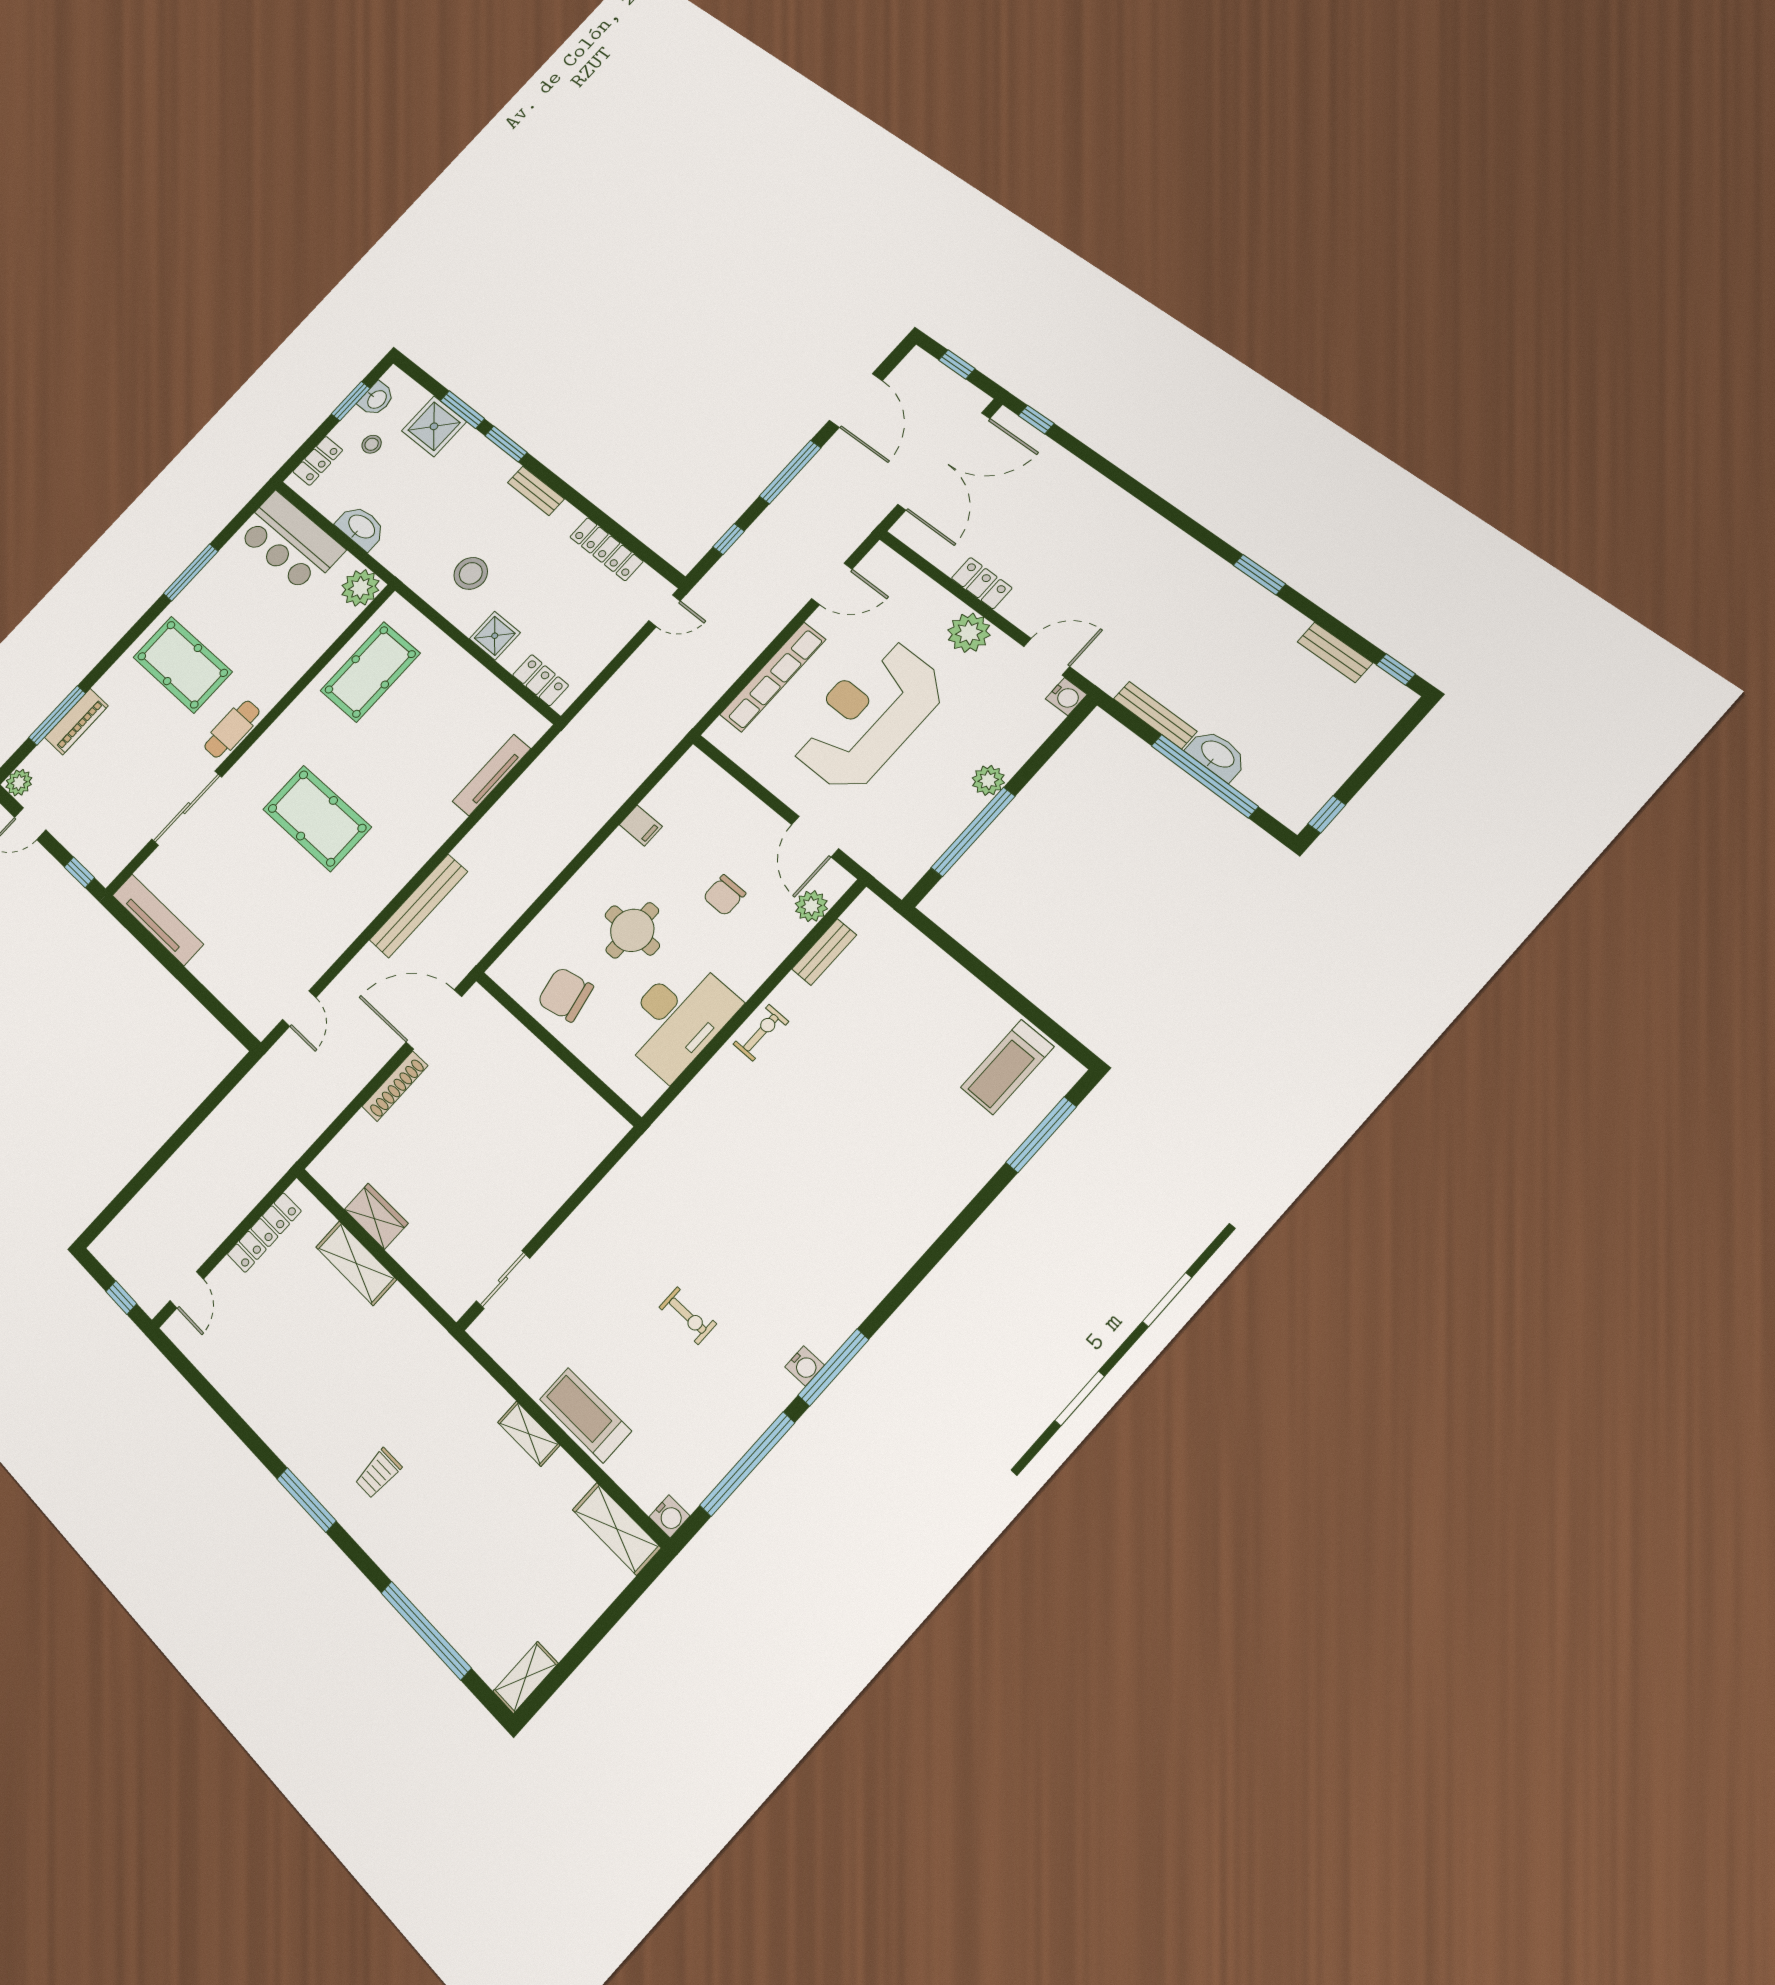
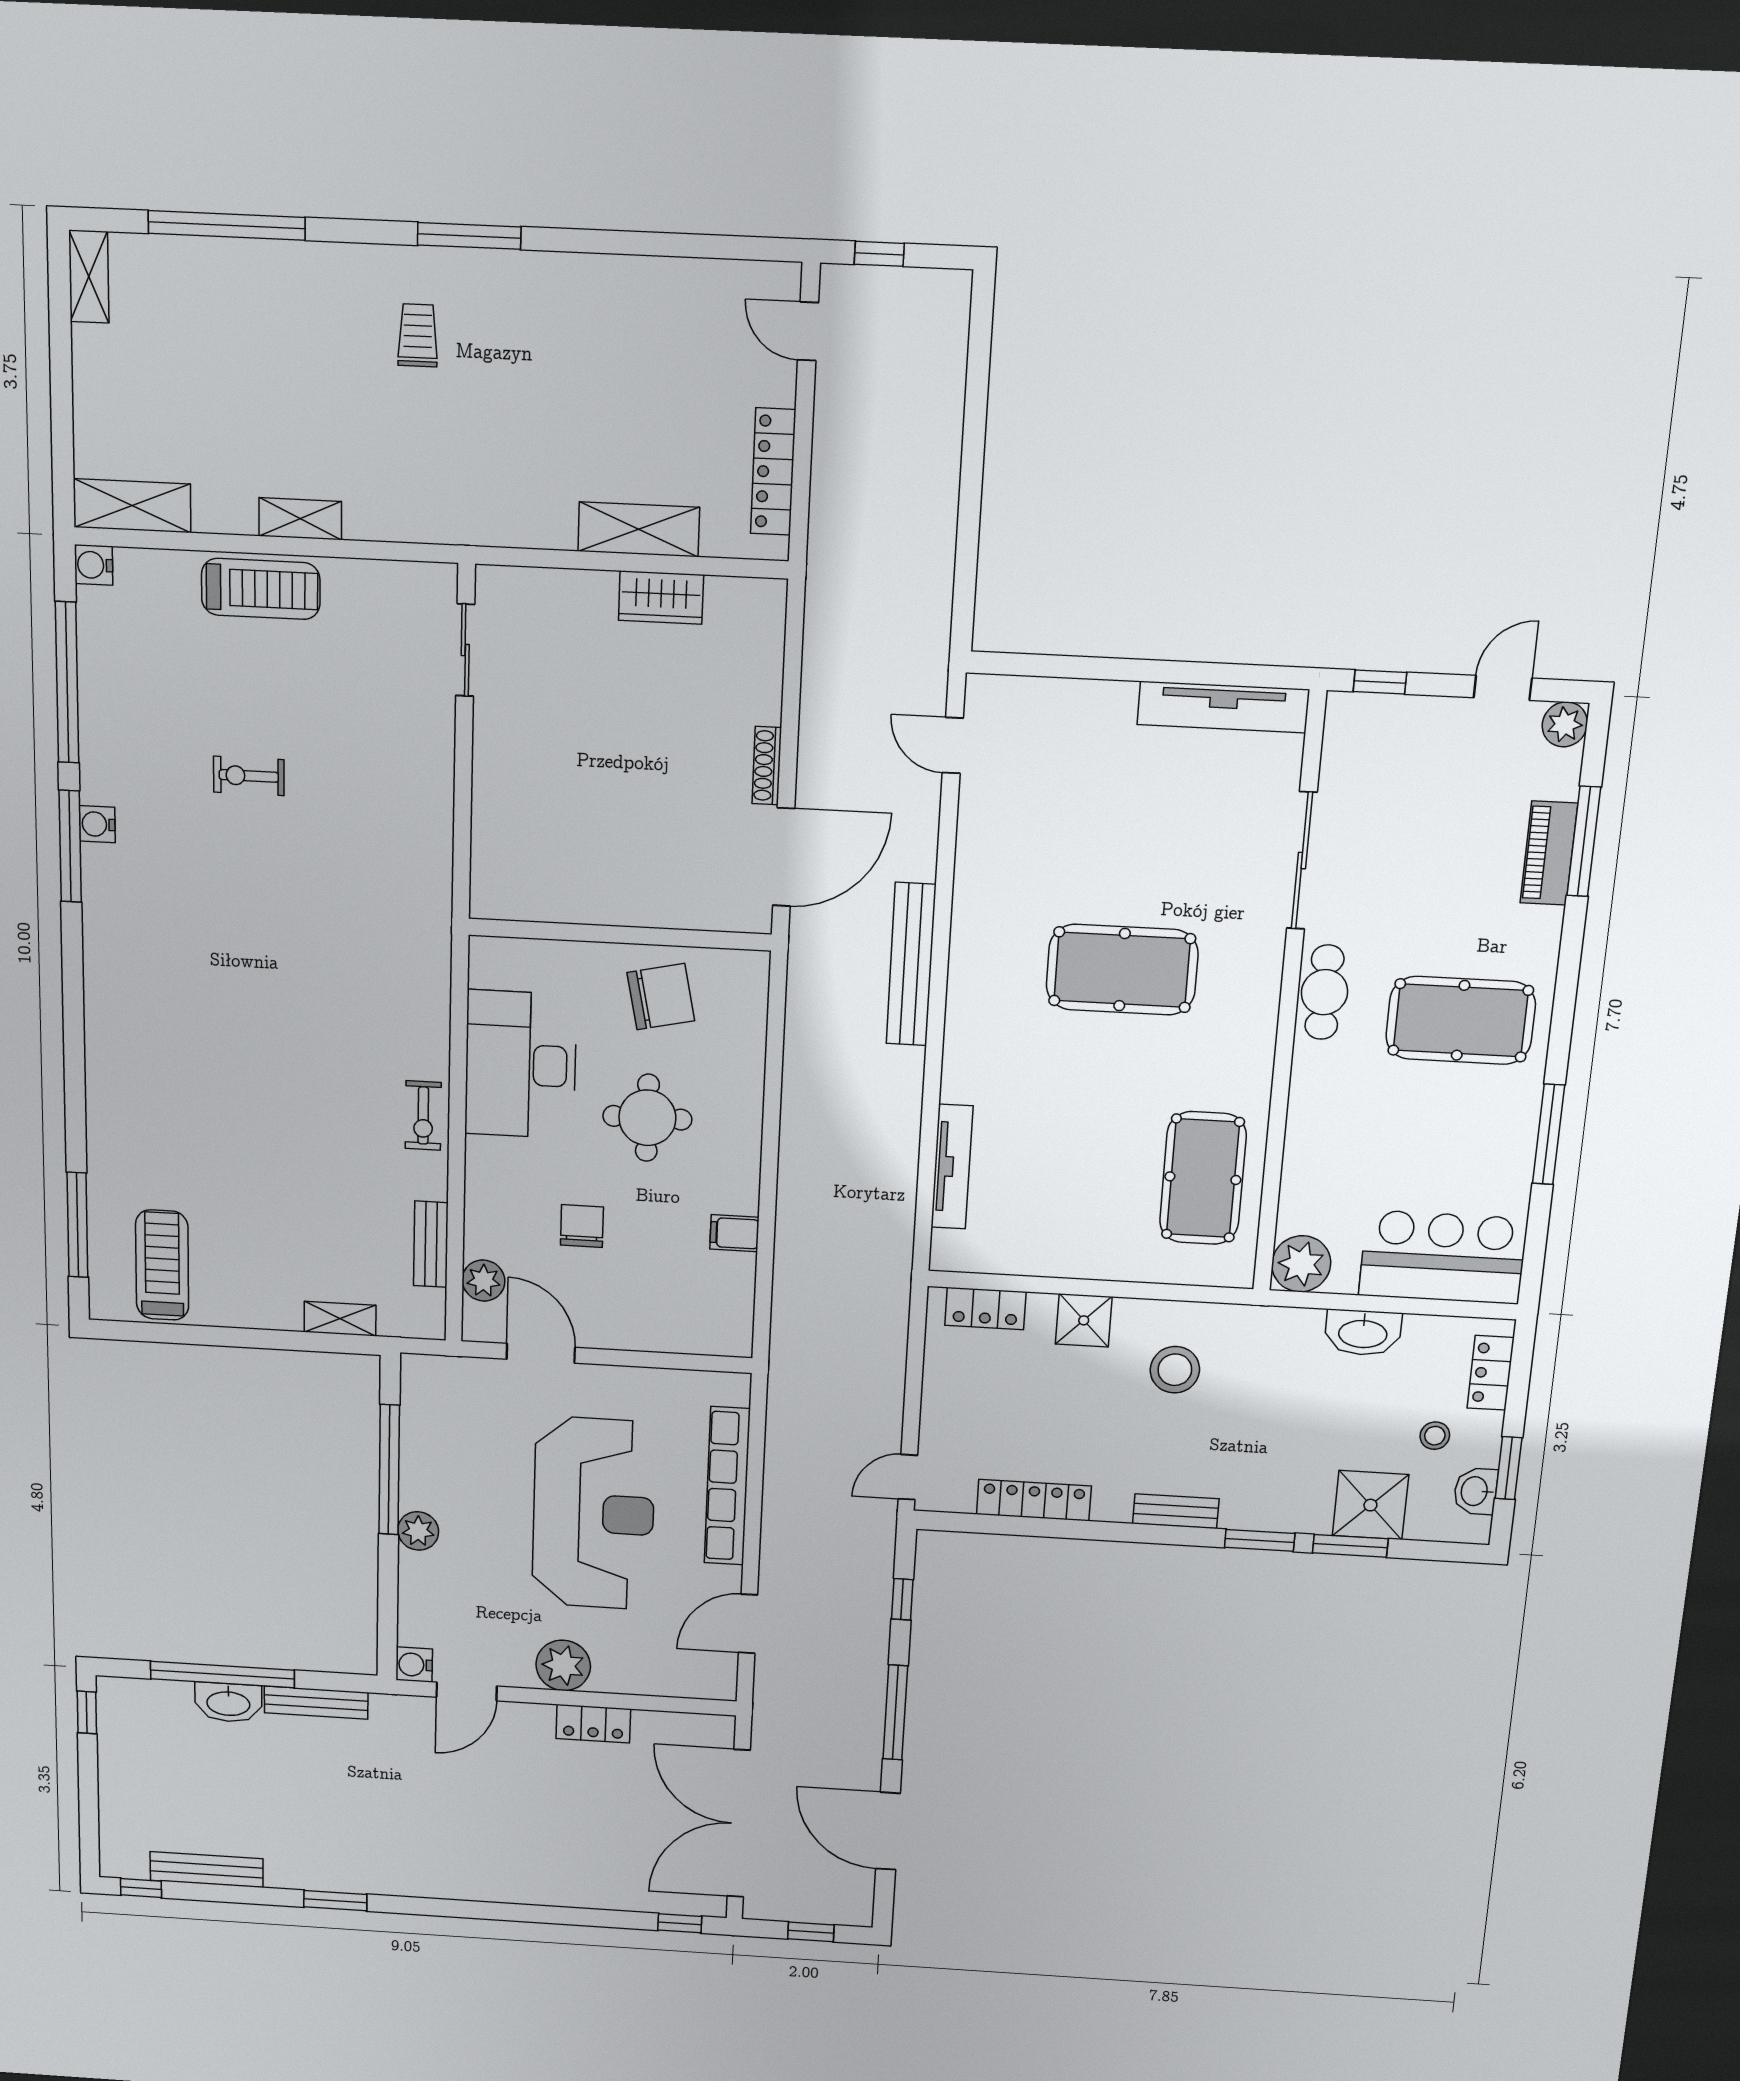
bench: (1335, 652) -> (207, 1870), width x1.36
shelving: (921, 948) -> (340, 1319), added
shoe rack: (395, 1086) -> (767, 766), width x0.74, depth x0.81

